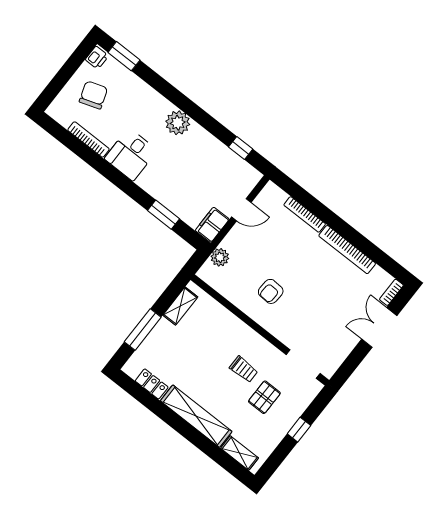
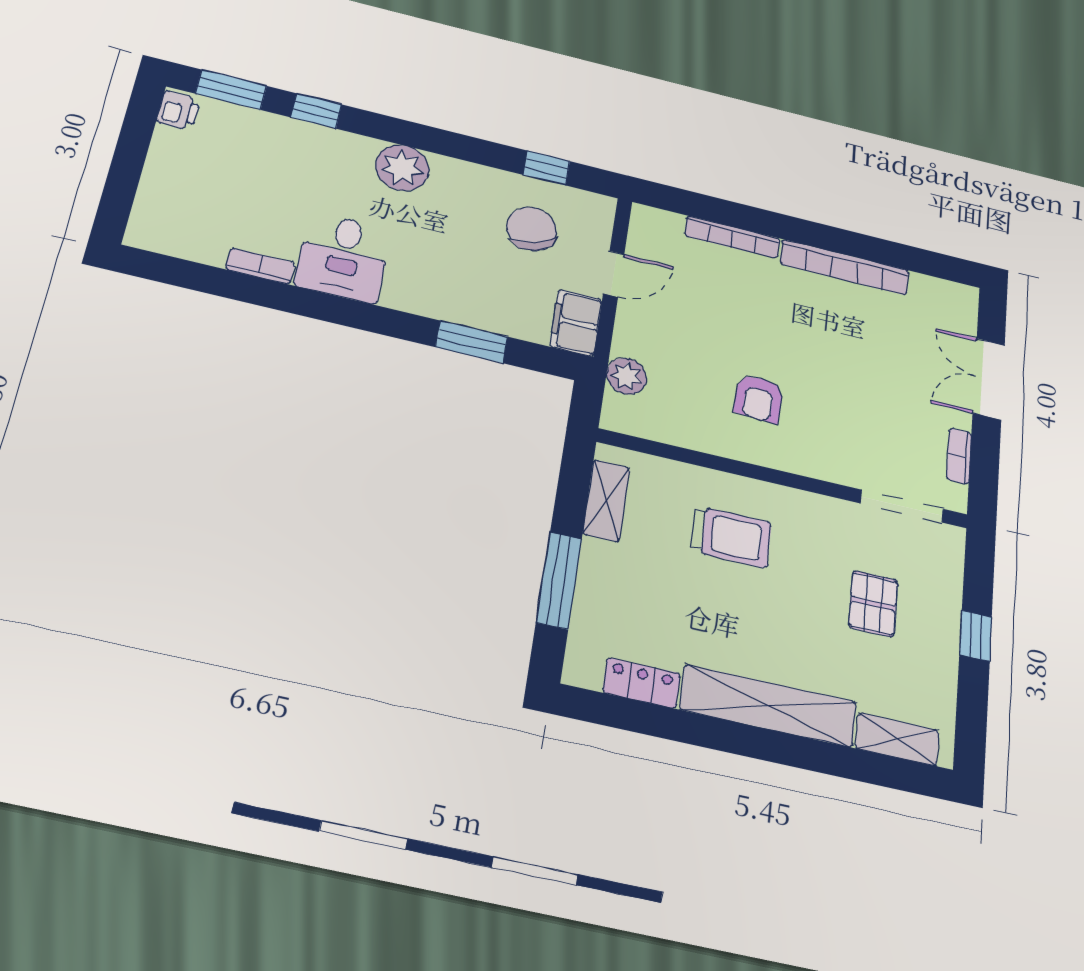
window: (155, 81) -> (316, 111), added
chair: (93, 95) -> (532, 229), moved
bookcase: (88, 139) -> (260, 266), width x0.64
bookcase: (391, 292) -> (959, 456), moved
trolley: (244, 369) -> (731, 537), moved, width x1.36, depth x1.39

